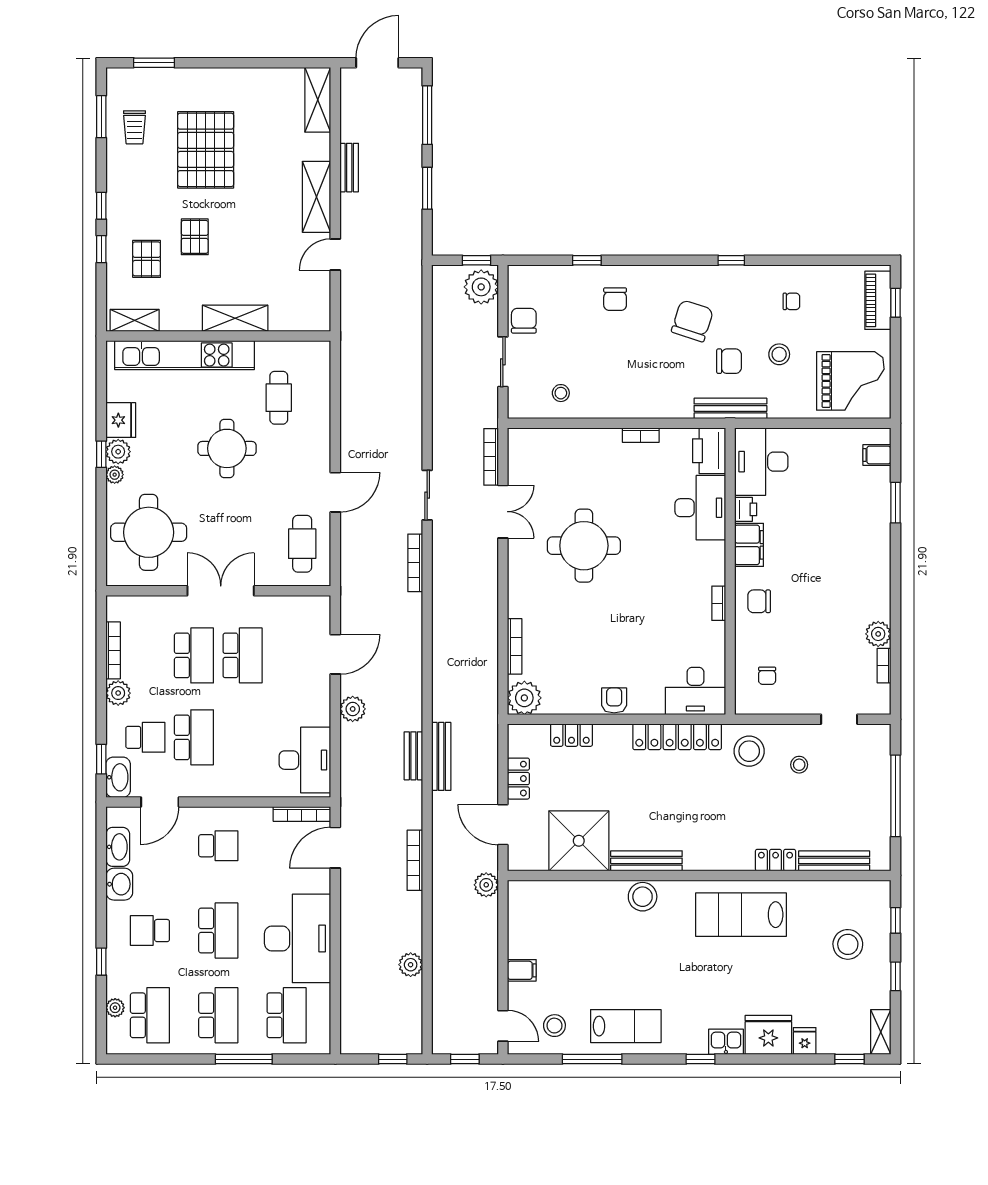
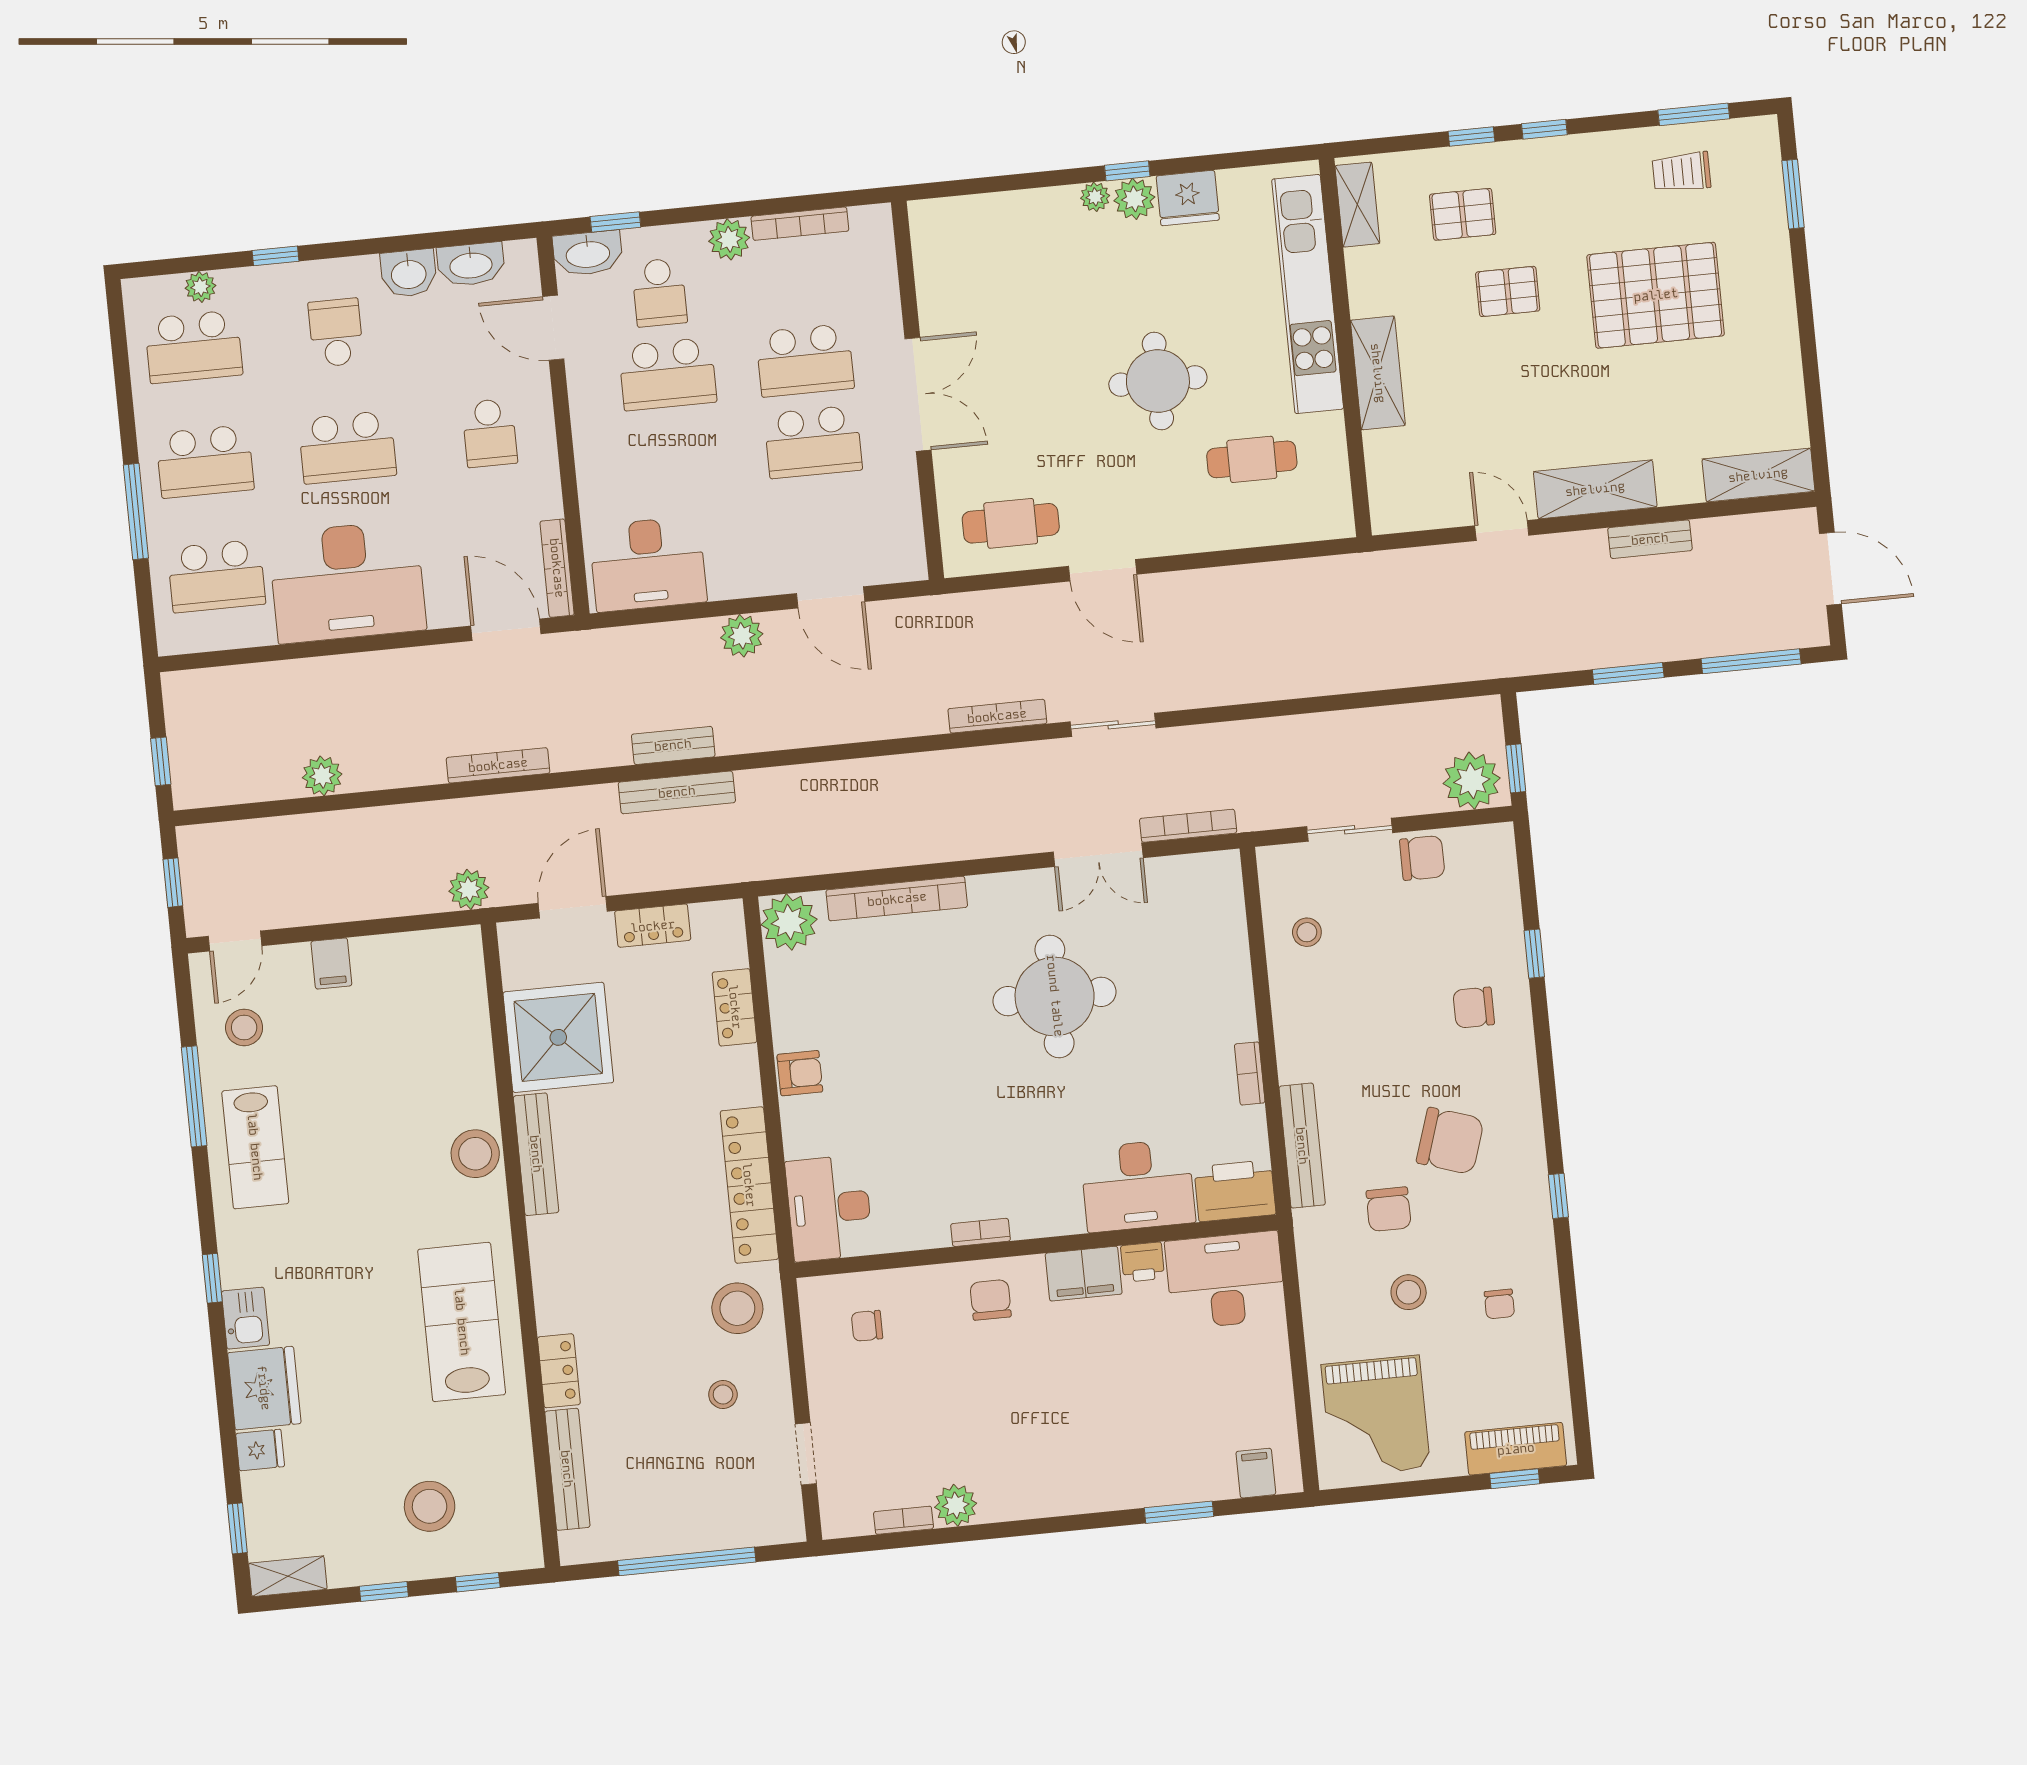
bench: (730, 408) -> (1302, 1146), moved
round table: (149, 532) -> (1004, 264), removed
bookcase: (515, 646) -> (897, 899), width x1.48, depth x1.31

